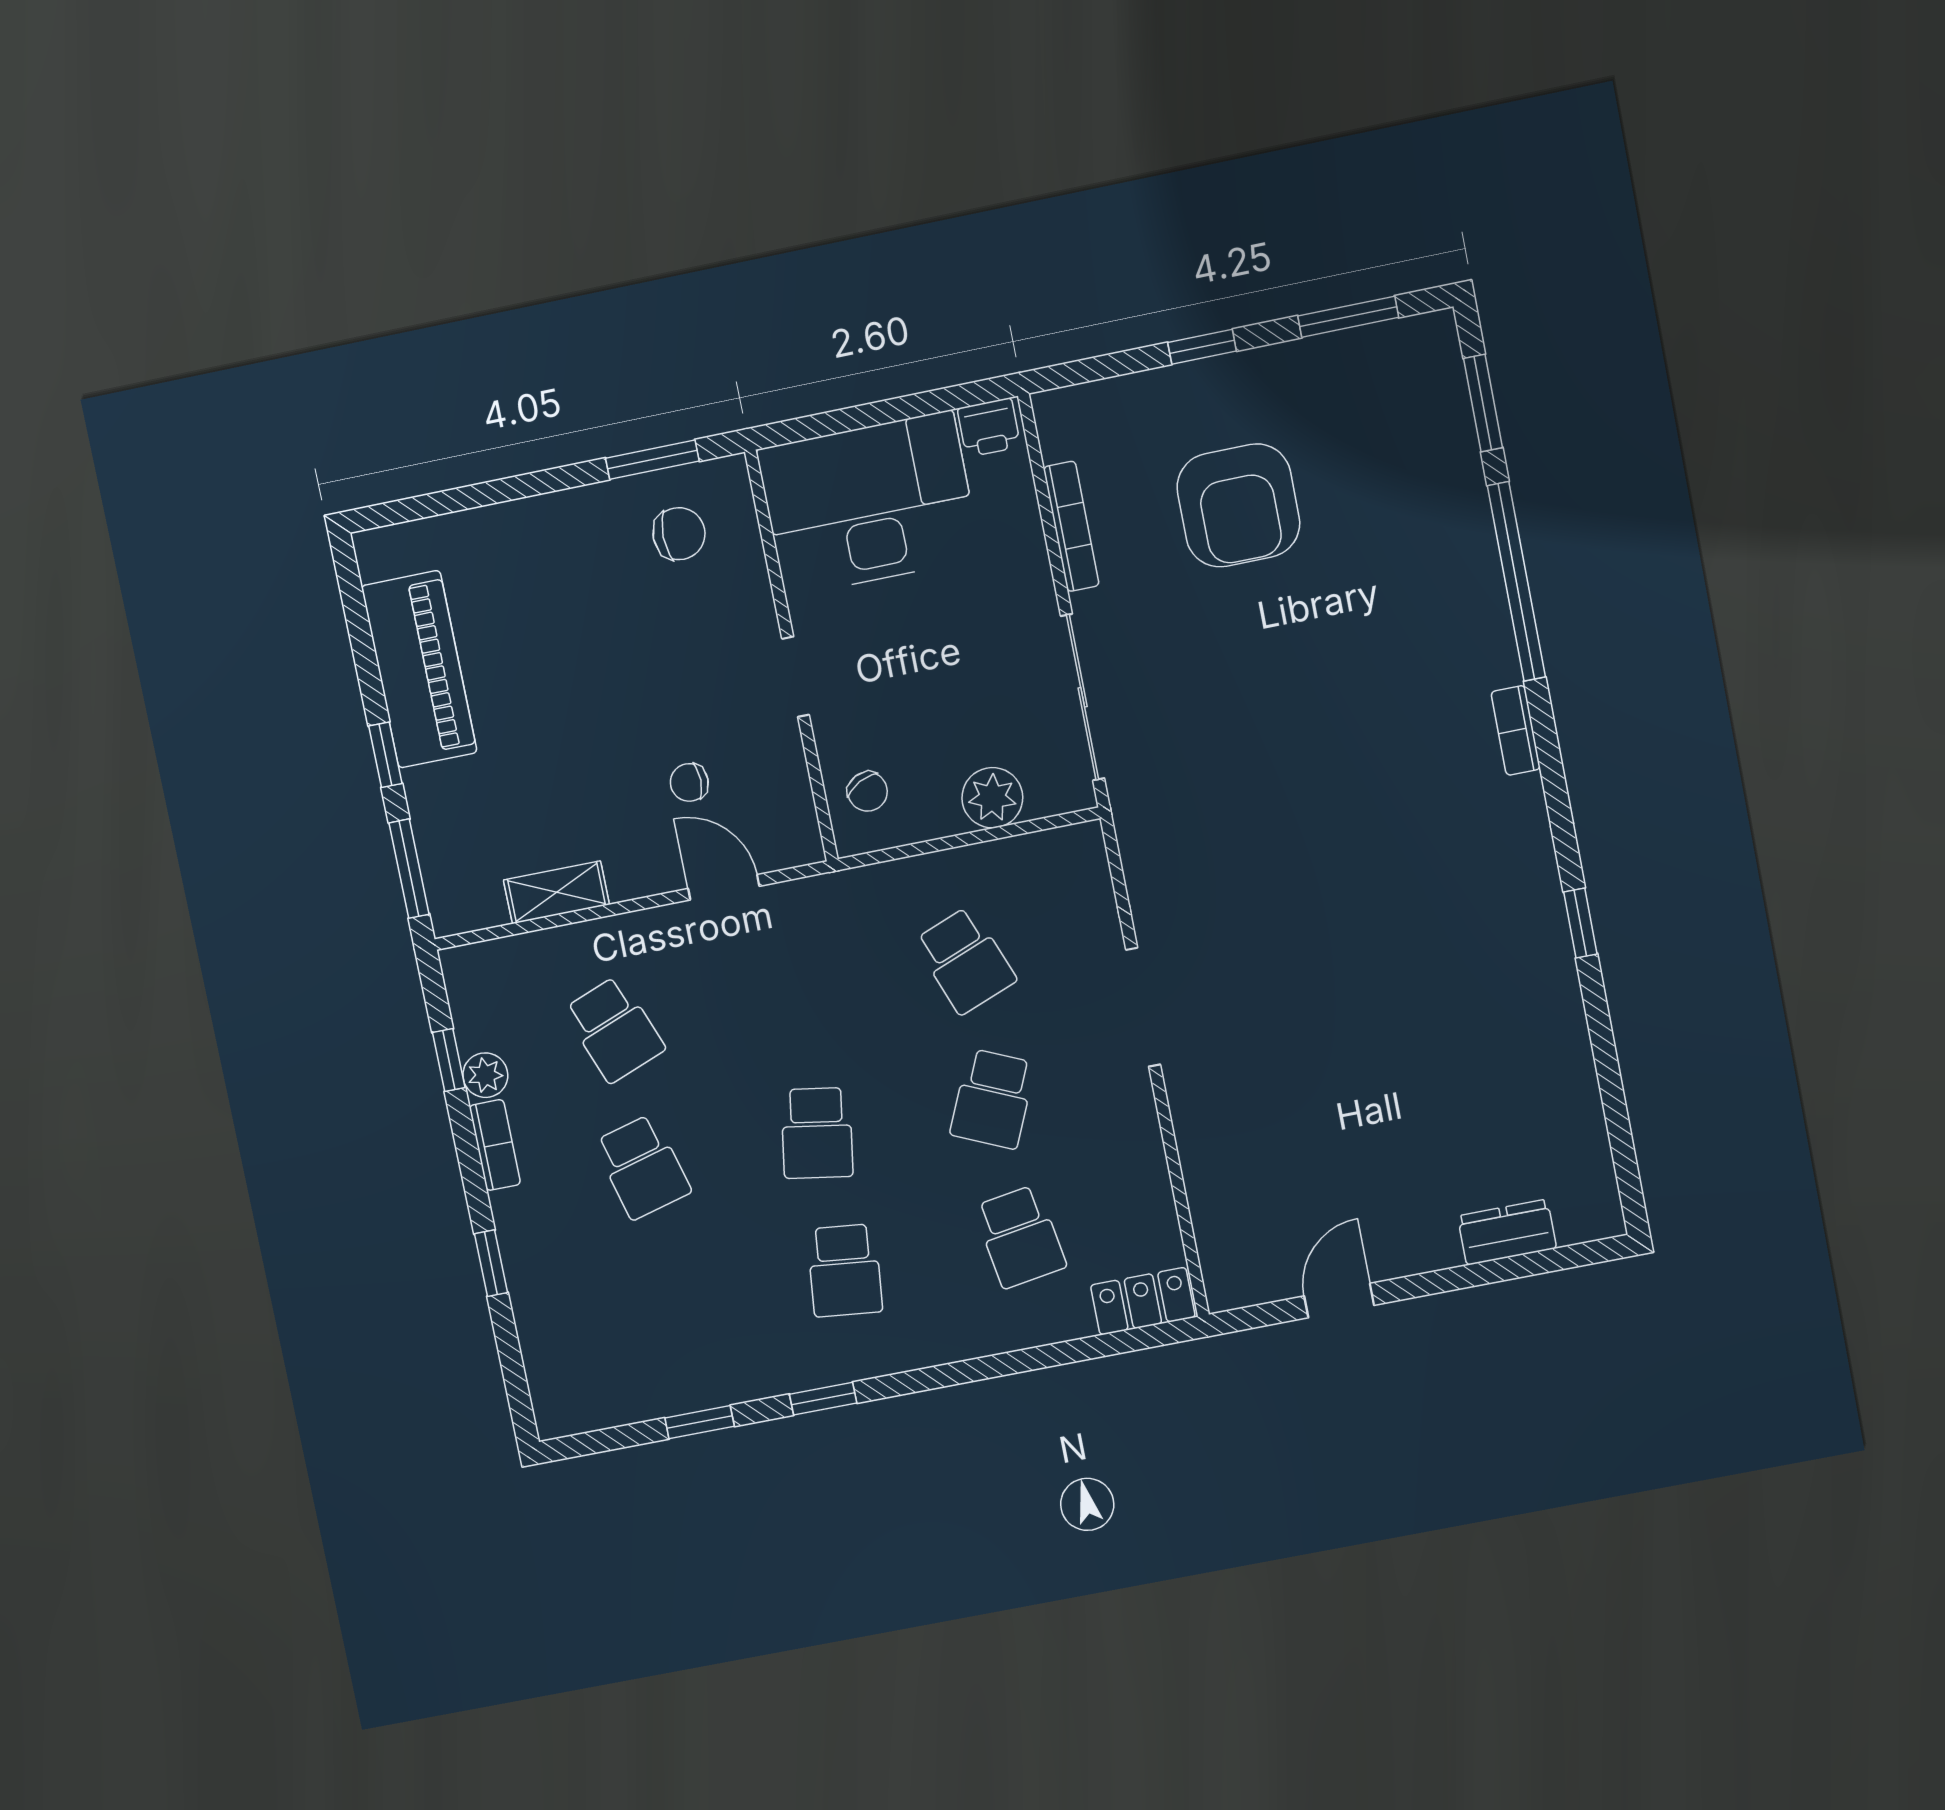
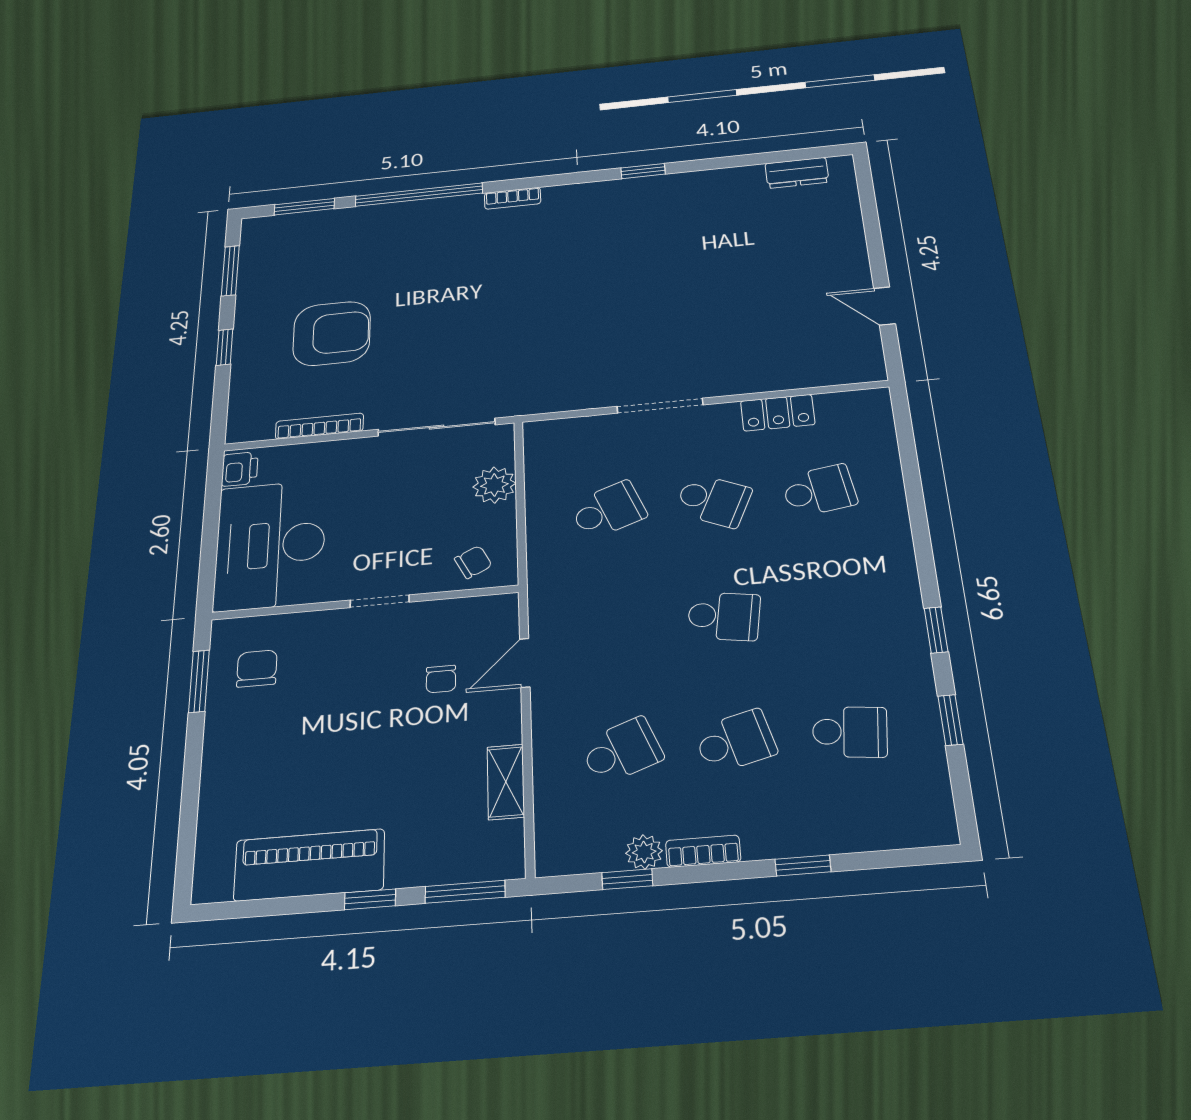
dresser: (1507, 1232) -> (797, 173), moved, turned -90
school desk: (845, 1270) -> (850, 732), moved
locker: (1143, 1301) -> (778, 413), moved, turned -90

